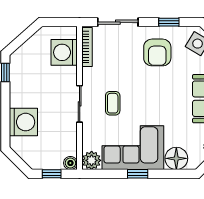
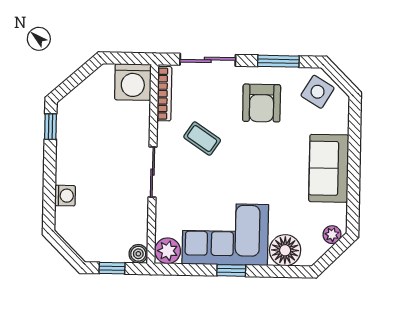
window: (169, 22) -> (278, 61), width x1.50
washing machine: (64, 52) -> (133, 82), moved, turned -90
coffee table: (113, 103) -> (202, 139), moved, turned -56
washing machine: (23, 122) -> (65, 196), width x0.53, depth x0.53

